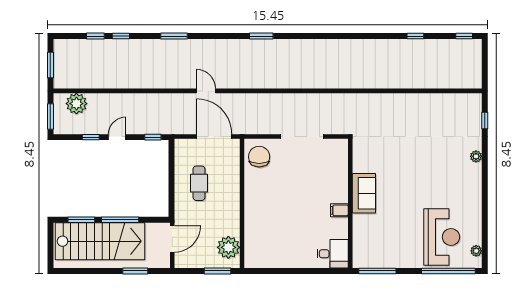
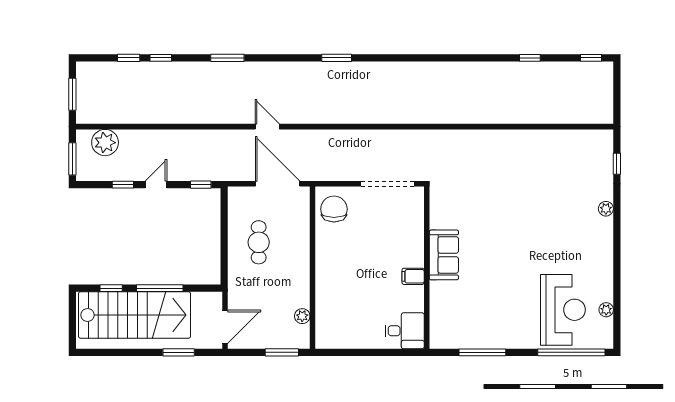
sofa: (364, 193) -> (444, 255), moved
wall: (350, 203) -> (427, 268), moved
filing cabinet: (339, 210) -> (413, 276), moved
window: (81, 220) -> (111, 288), width x0.67
door: (172, 239) -> (225, 327), moved
plant: (228, 247) -> (302, 316), width x0.53, depth x0.53
plant: (476, 251) -> (606, 310), moved
desk: (333, 254) -> (405, 331), moved

